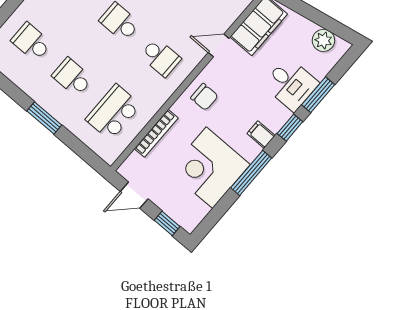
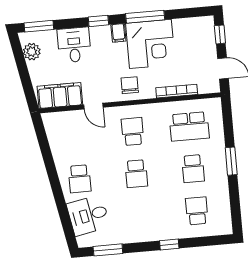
school desk: (31, 42) -> (197, 211), turned 180
window: (318, 95) -> (39, 26), moved
corner desk: (209, 168) -> (150, 44), moved

